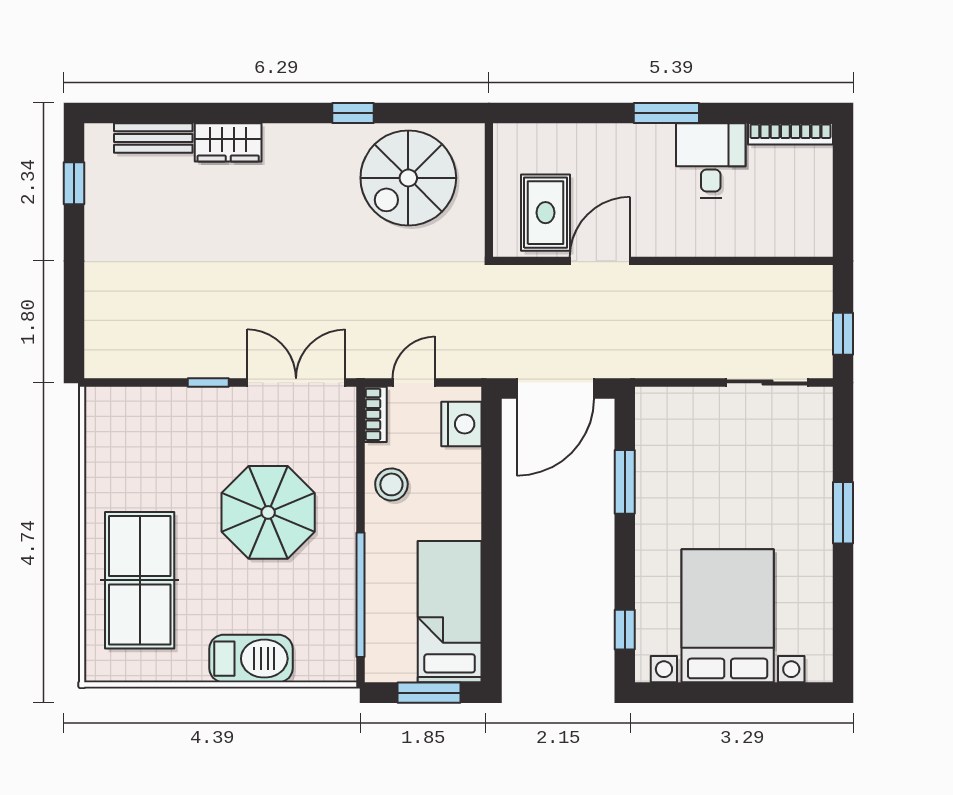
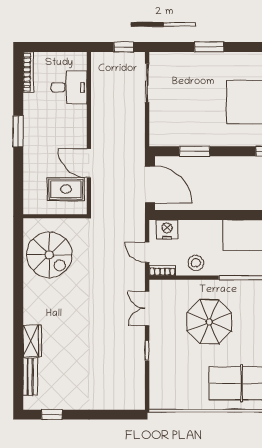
window: (353, 113) -> (18, 281), removed
desk: (711, 160) -> (69, 87), moved, turned 180
double door: (296, 382) -> (147, 308), width x0.73

